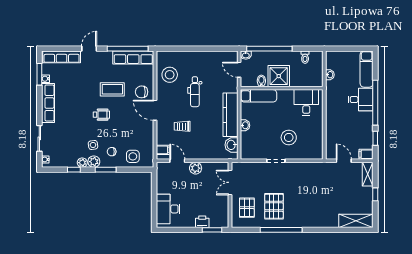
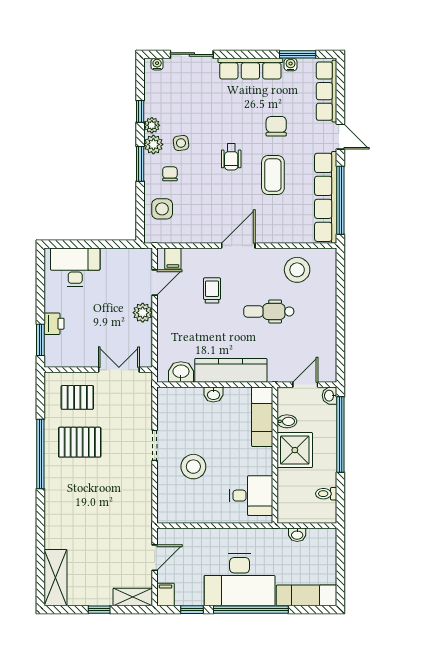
row of seats: (133, 57) -> (326, 197), width x1.36
chair: (142, 92) -> (276, 126), moved
desk: (361, 100) -> (240, 580), width x1.87, depth x1.30

